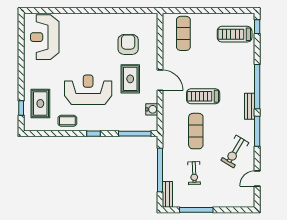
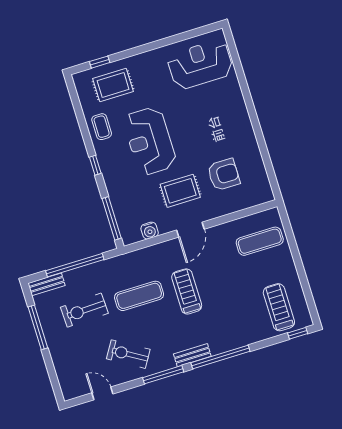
reception desk: (88, 90) -> (150, 141), turned 180
exercise bike: (194, 173) -> (84, 310), width x1.38, depth x1.39

